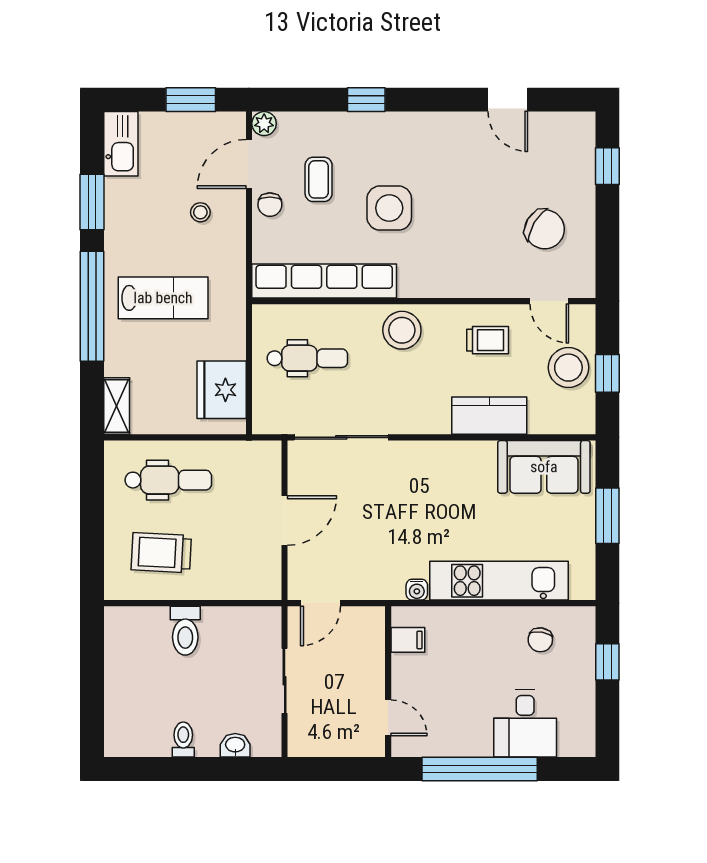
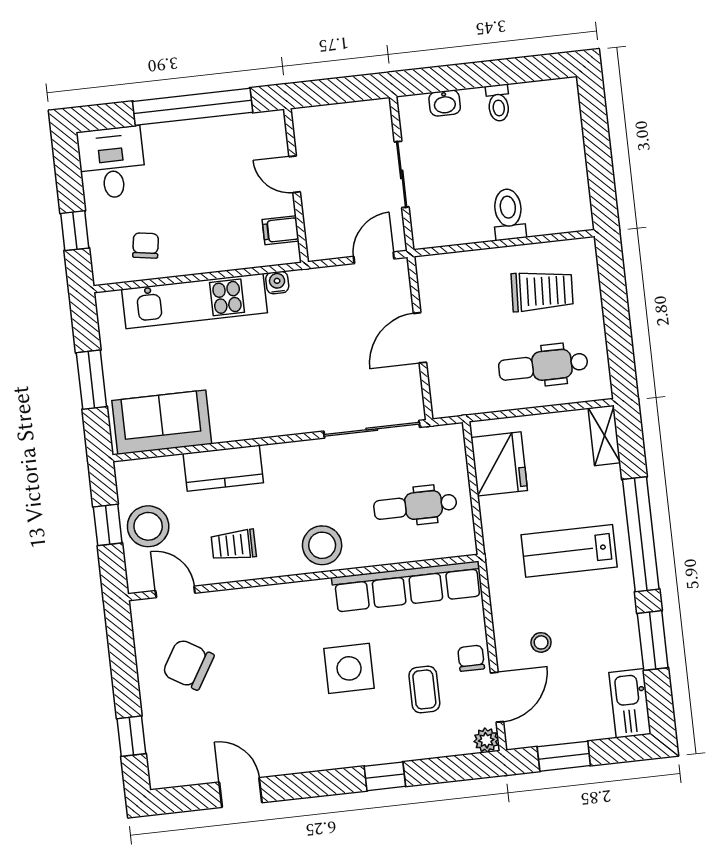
door: (388, 718) -> (295, 174), moved
desk: (525, 724) -> (112, 163), moved

